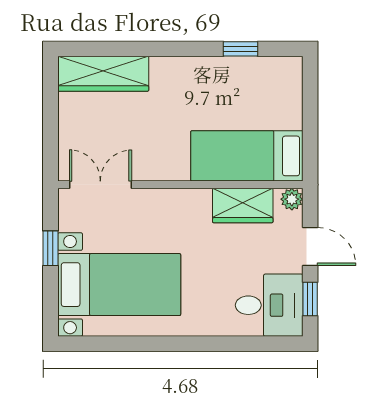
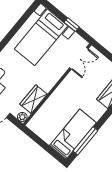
window: (240, 49) -> (85, 141), width x2.17
bed: (247, 156) -> (73, 134), moved

